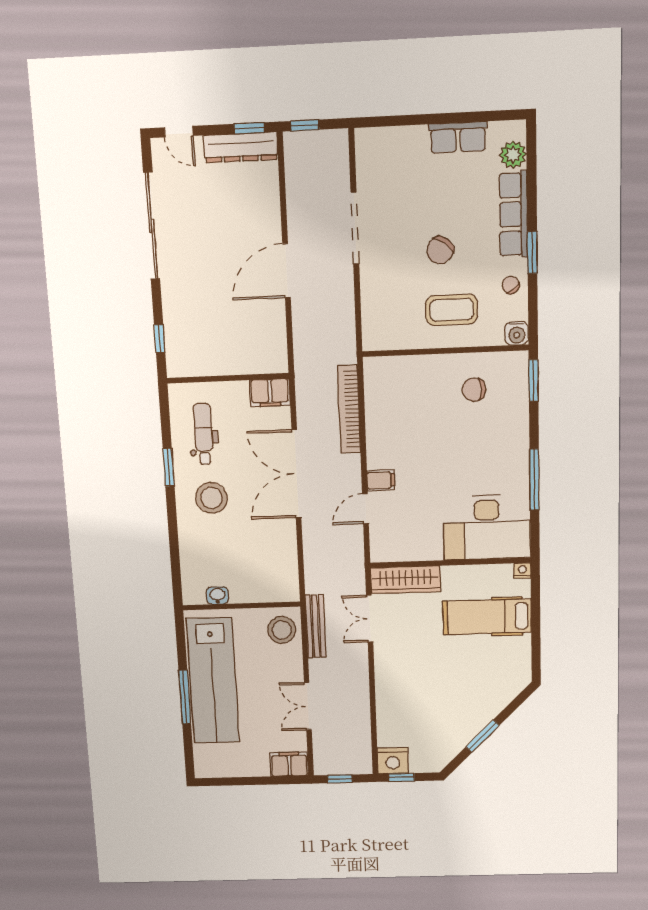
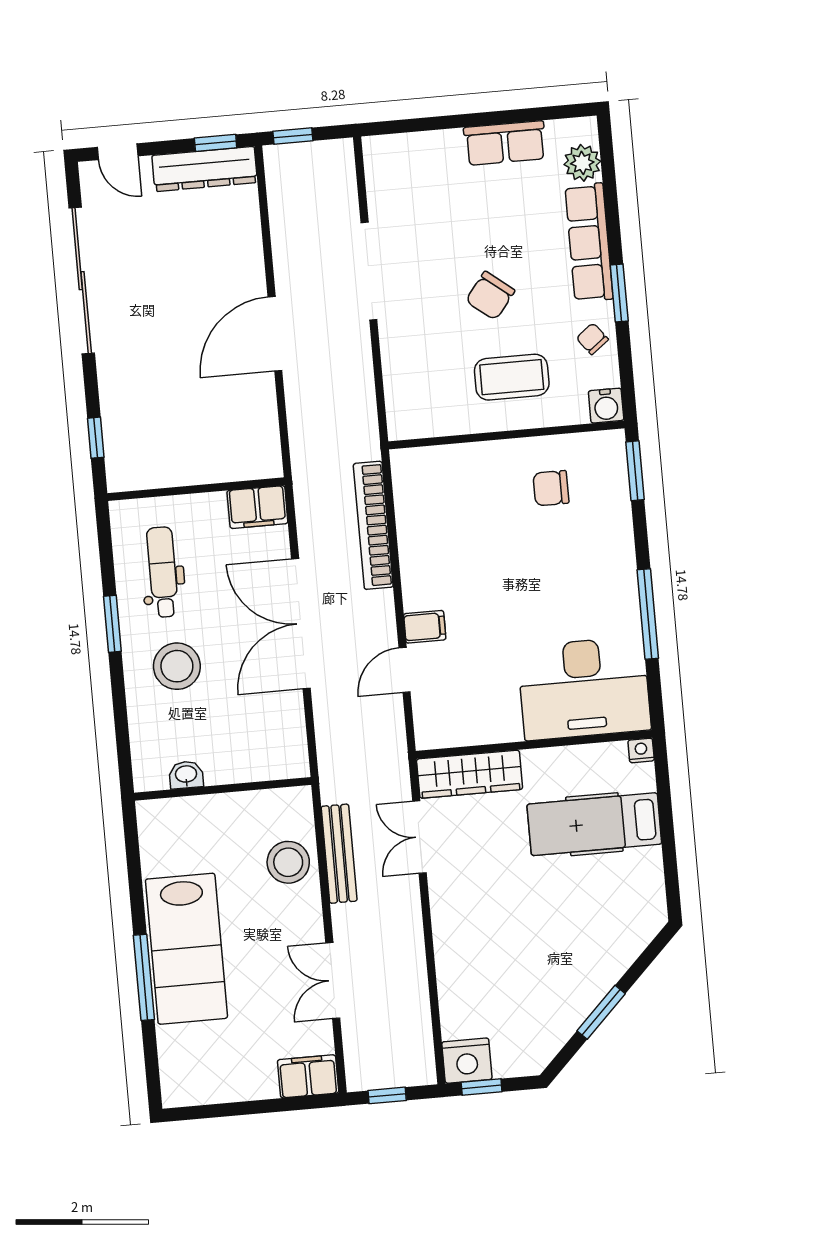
washbasin: (217, 596) -> (186, 775), moved
wall: (241, 606) -> (223, 789), moved
lab bench: (213, 681) -> (186, 949), width x0.73

